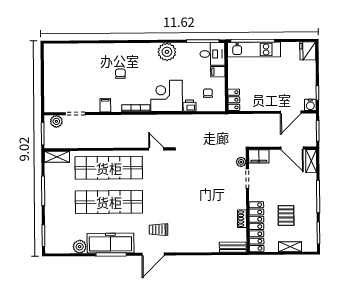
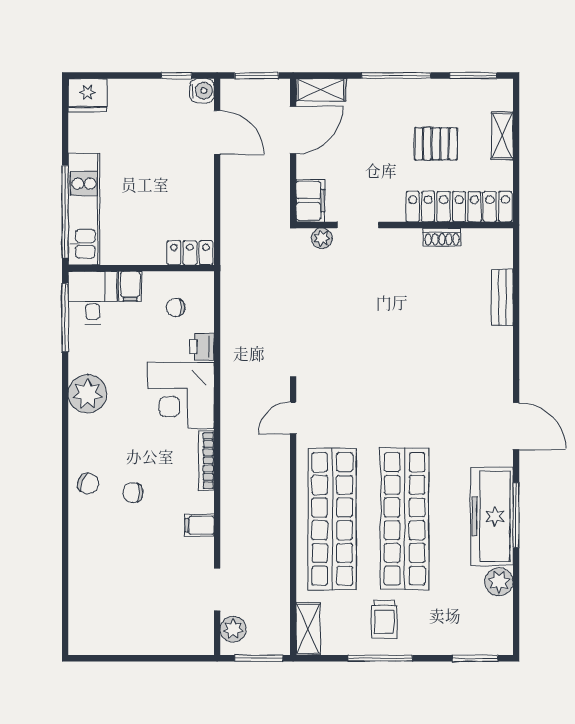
chair: (125, 52) -> (88, 484), added
trolley: (159, 230) -> (384, 619), moved
bench: (233, 247) -> (502, 297), moved

